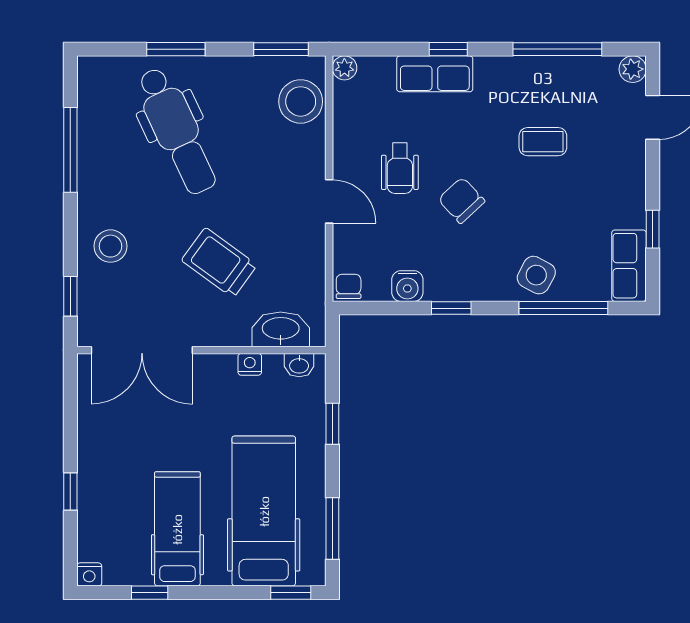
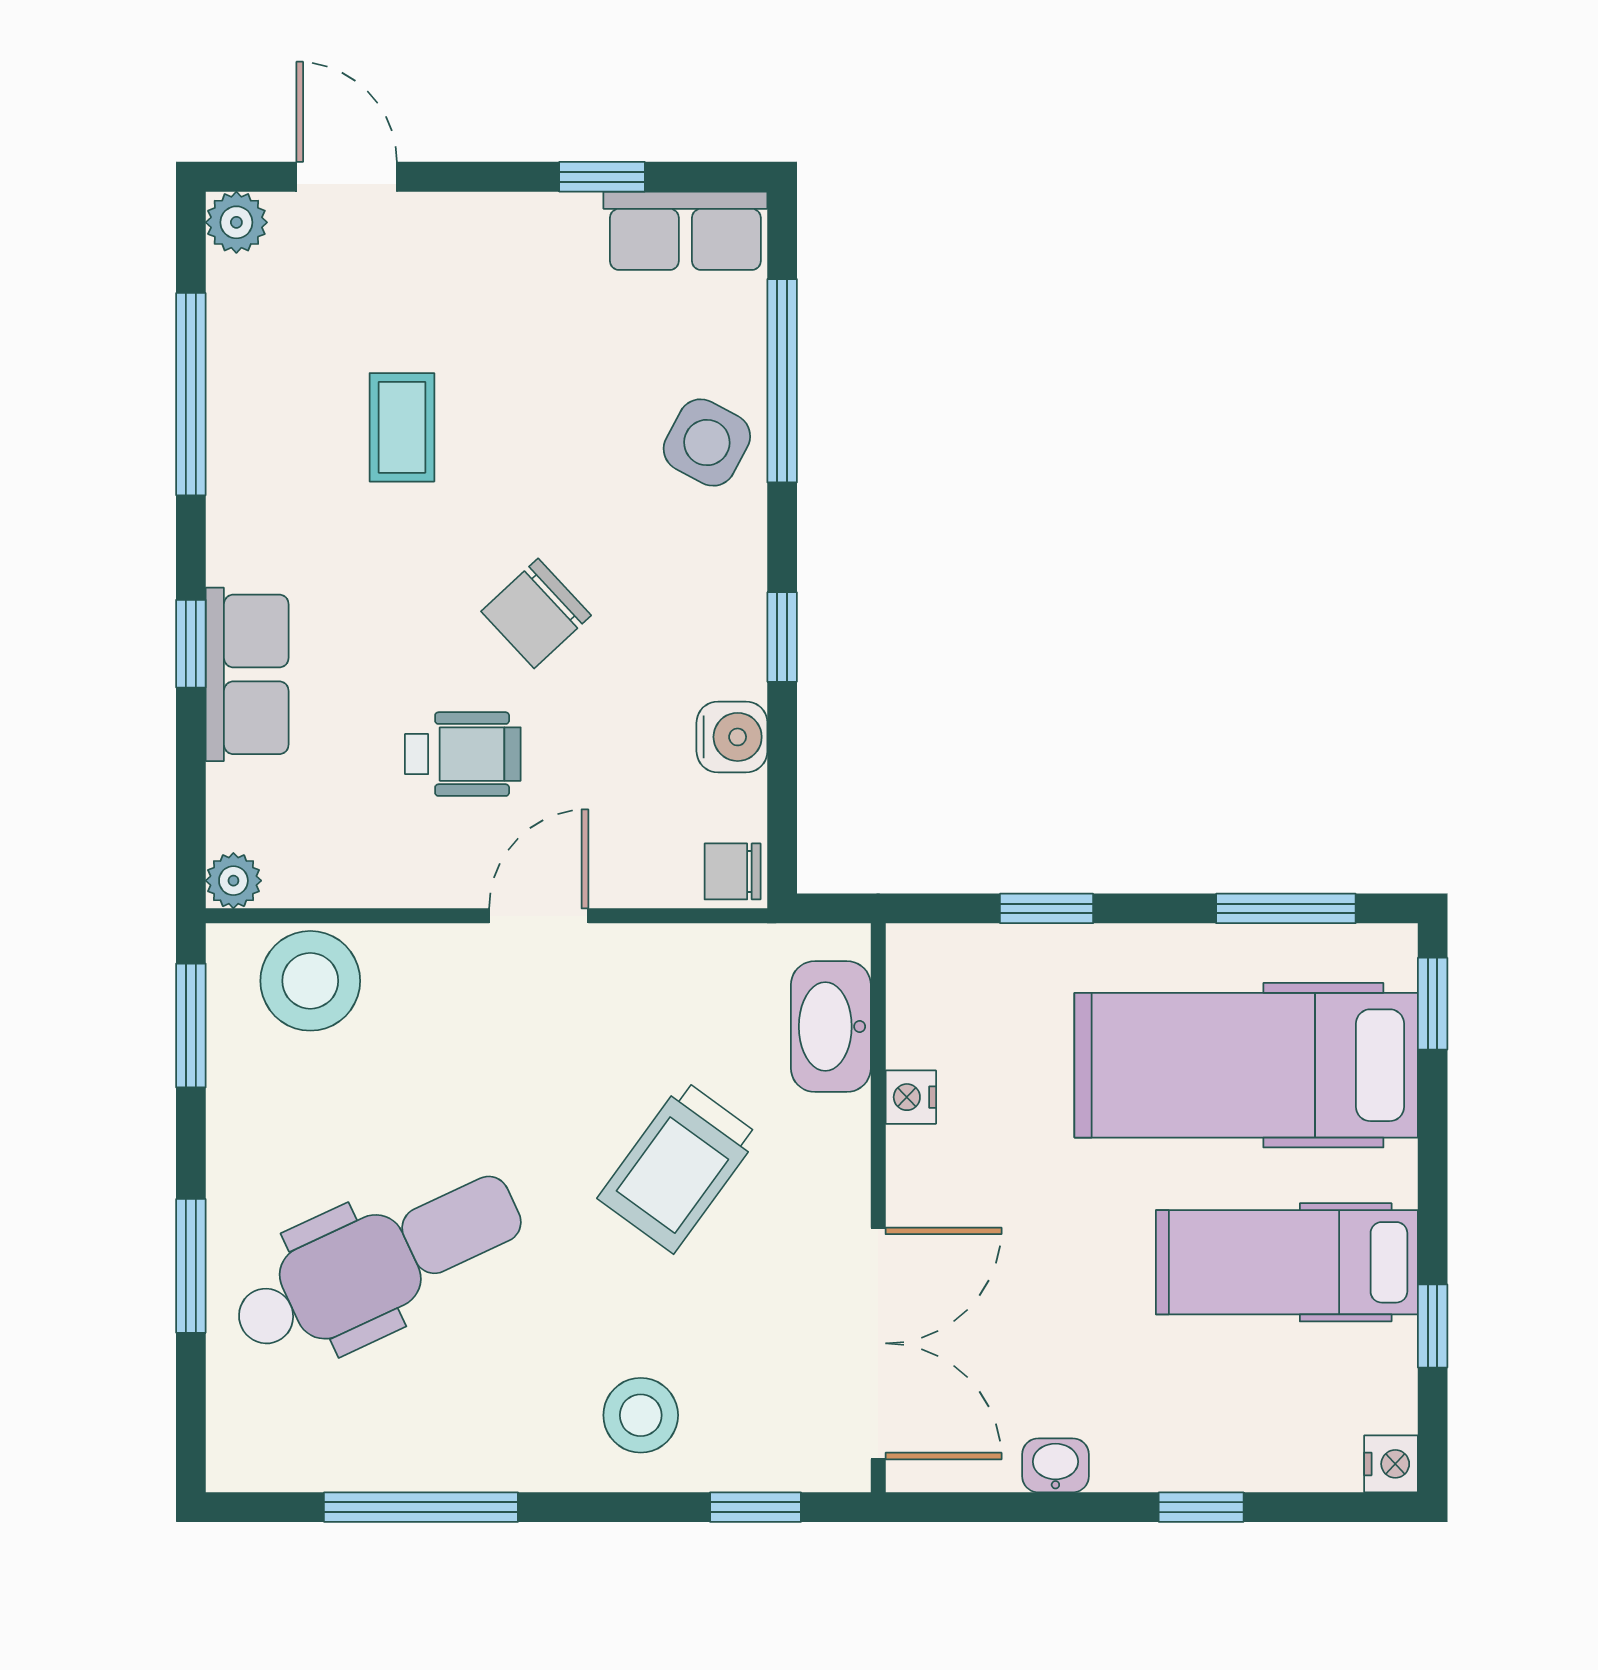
washbasin: (299, 365) -> (1055, 1465), moved, turned -90

